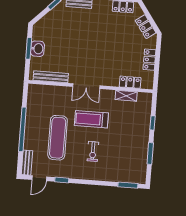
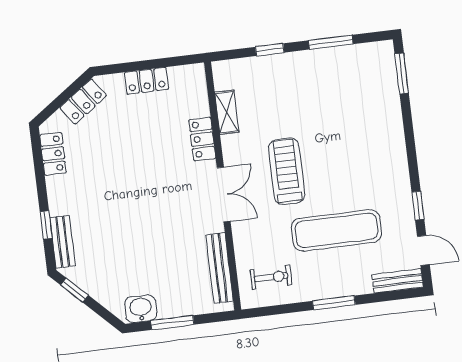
washbasin: (37, 49) -> (141, 309), moved
locker: (130, 82) -> (202, 139), moved
treadmill: (91, 119) -> (287, 171), turned 180
window: (22, 129) -> (334, 303), width x0.47
exercise bike: (93, 151) -> (271, 277), moved

